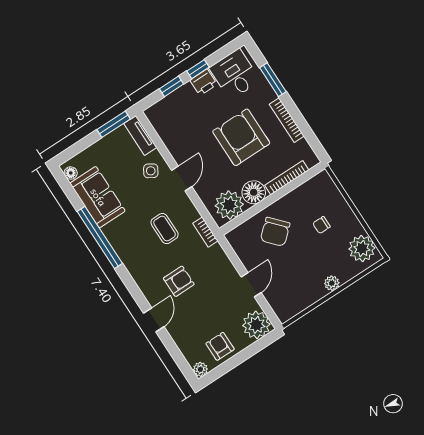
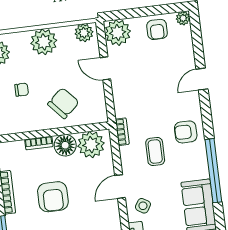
armchair: (241, 137) -> (53, 197), width x0.73, depth x0.73
bookcase: (287, 178) -> (39, 143), width x0.64
armchair: (179, 281) -> (186, 132), moved
plant: (332, 283) -> (44, 42), width x1.88, depth x1.88
door: (251, 285) -> (105, 68), hinge flipped
plant: (288, 309) -> (84, 33), added

